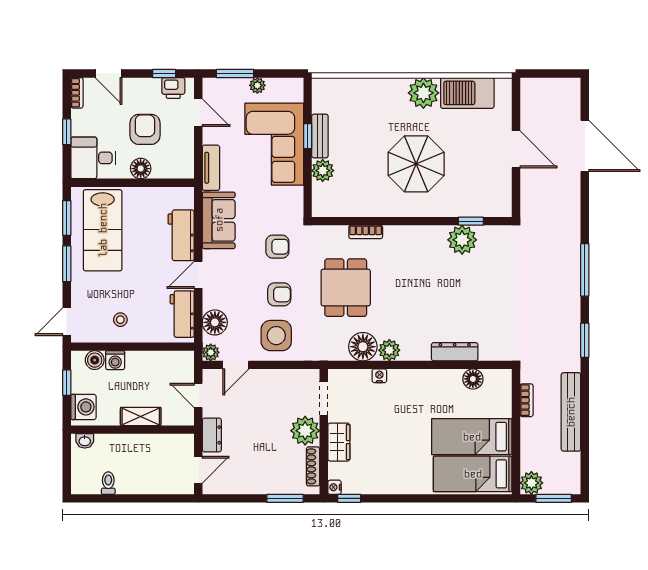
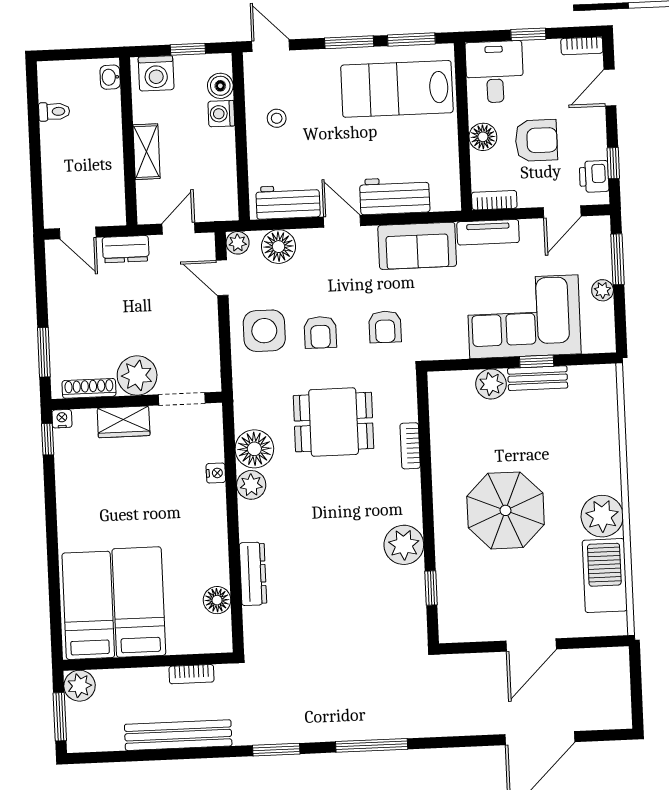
bookcase: (188, 162) -> (494, 200), added
plant: (462, 240) -> (404, 545), moved

